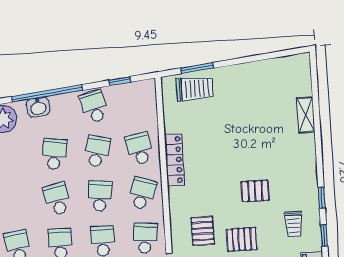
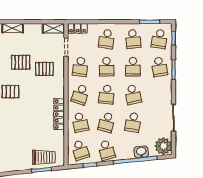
trolley: (195, 89) -> (44, 157), turned 180
school desk: (137, 104) -> (80, 150), added
pallet: (203, 231) -> (44, 69), turned 90

